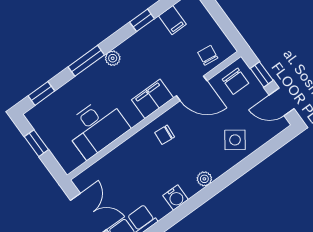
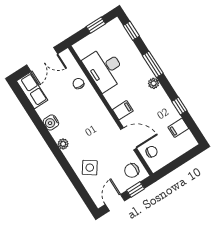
door: (192, 88) -> (129, 139), swing flipped
filing cabinet: (152, 99) -> (123, 110), width x0.50
chair: (165, 135) -> (78, 84), moved

